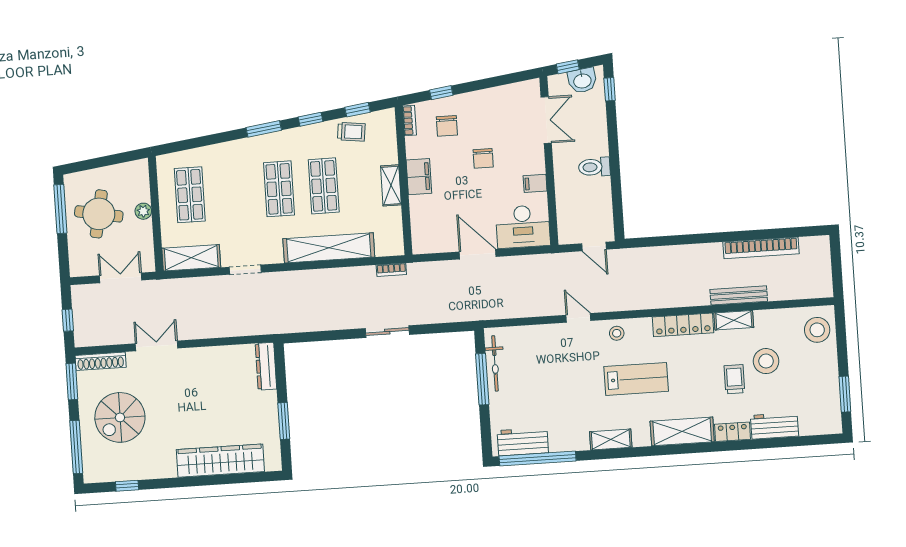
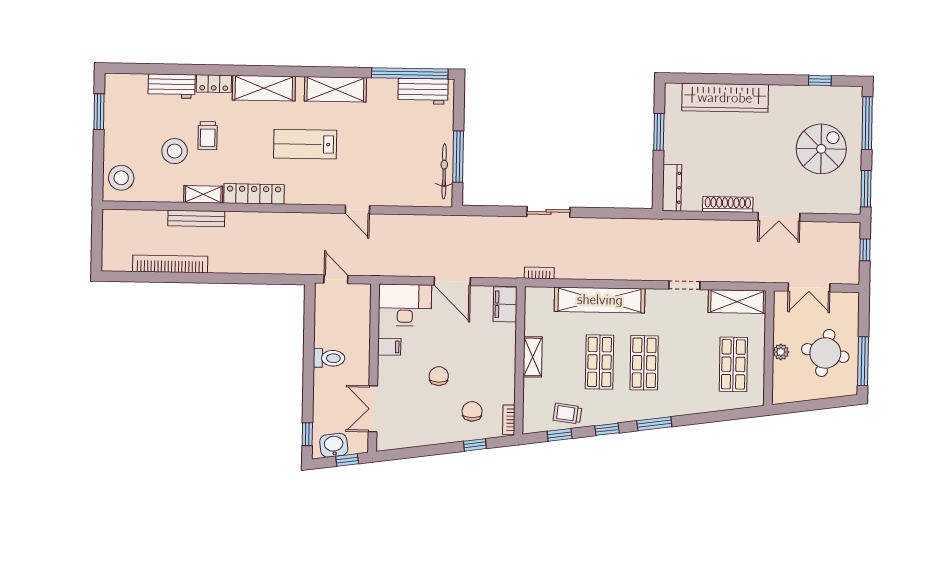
filing cabinet: (419, 177) -> (505, 304), moved
stool: (617, 333) -> (321, 191), removed
shoe rack: (101, 361) -> (728, 204), moved
shelving: (611, 439) -> (335, 89), width x1.50, depth x1.33

